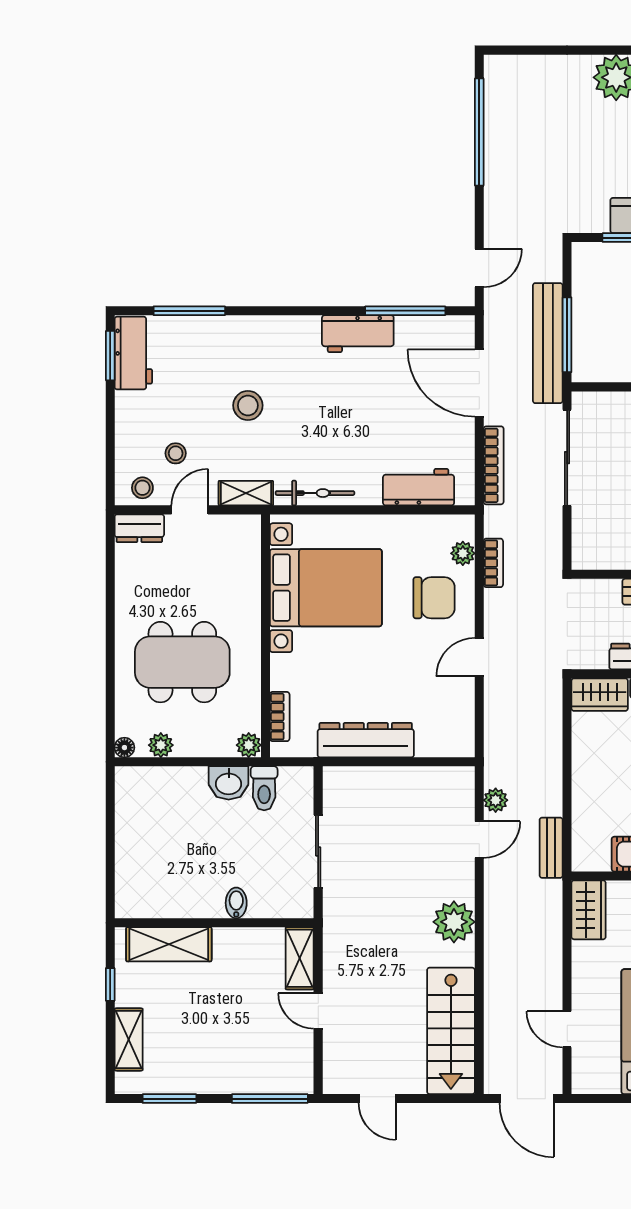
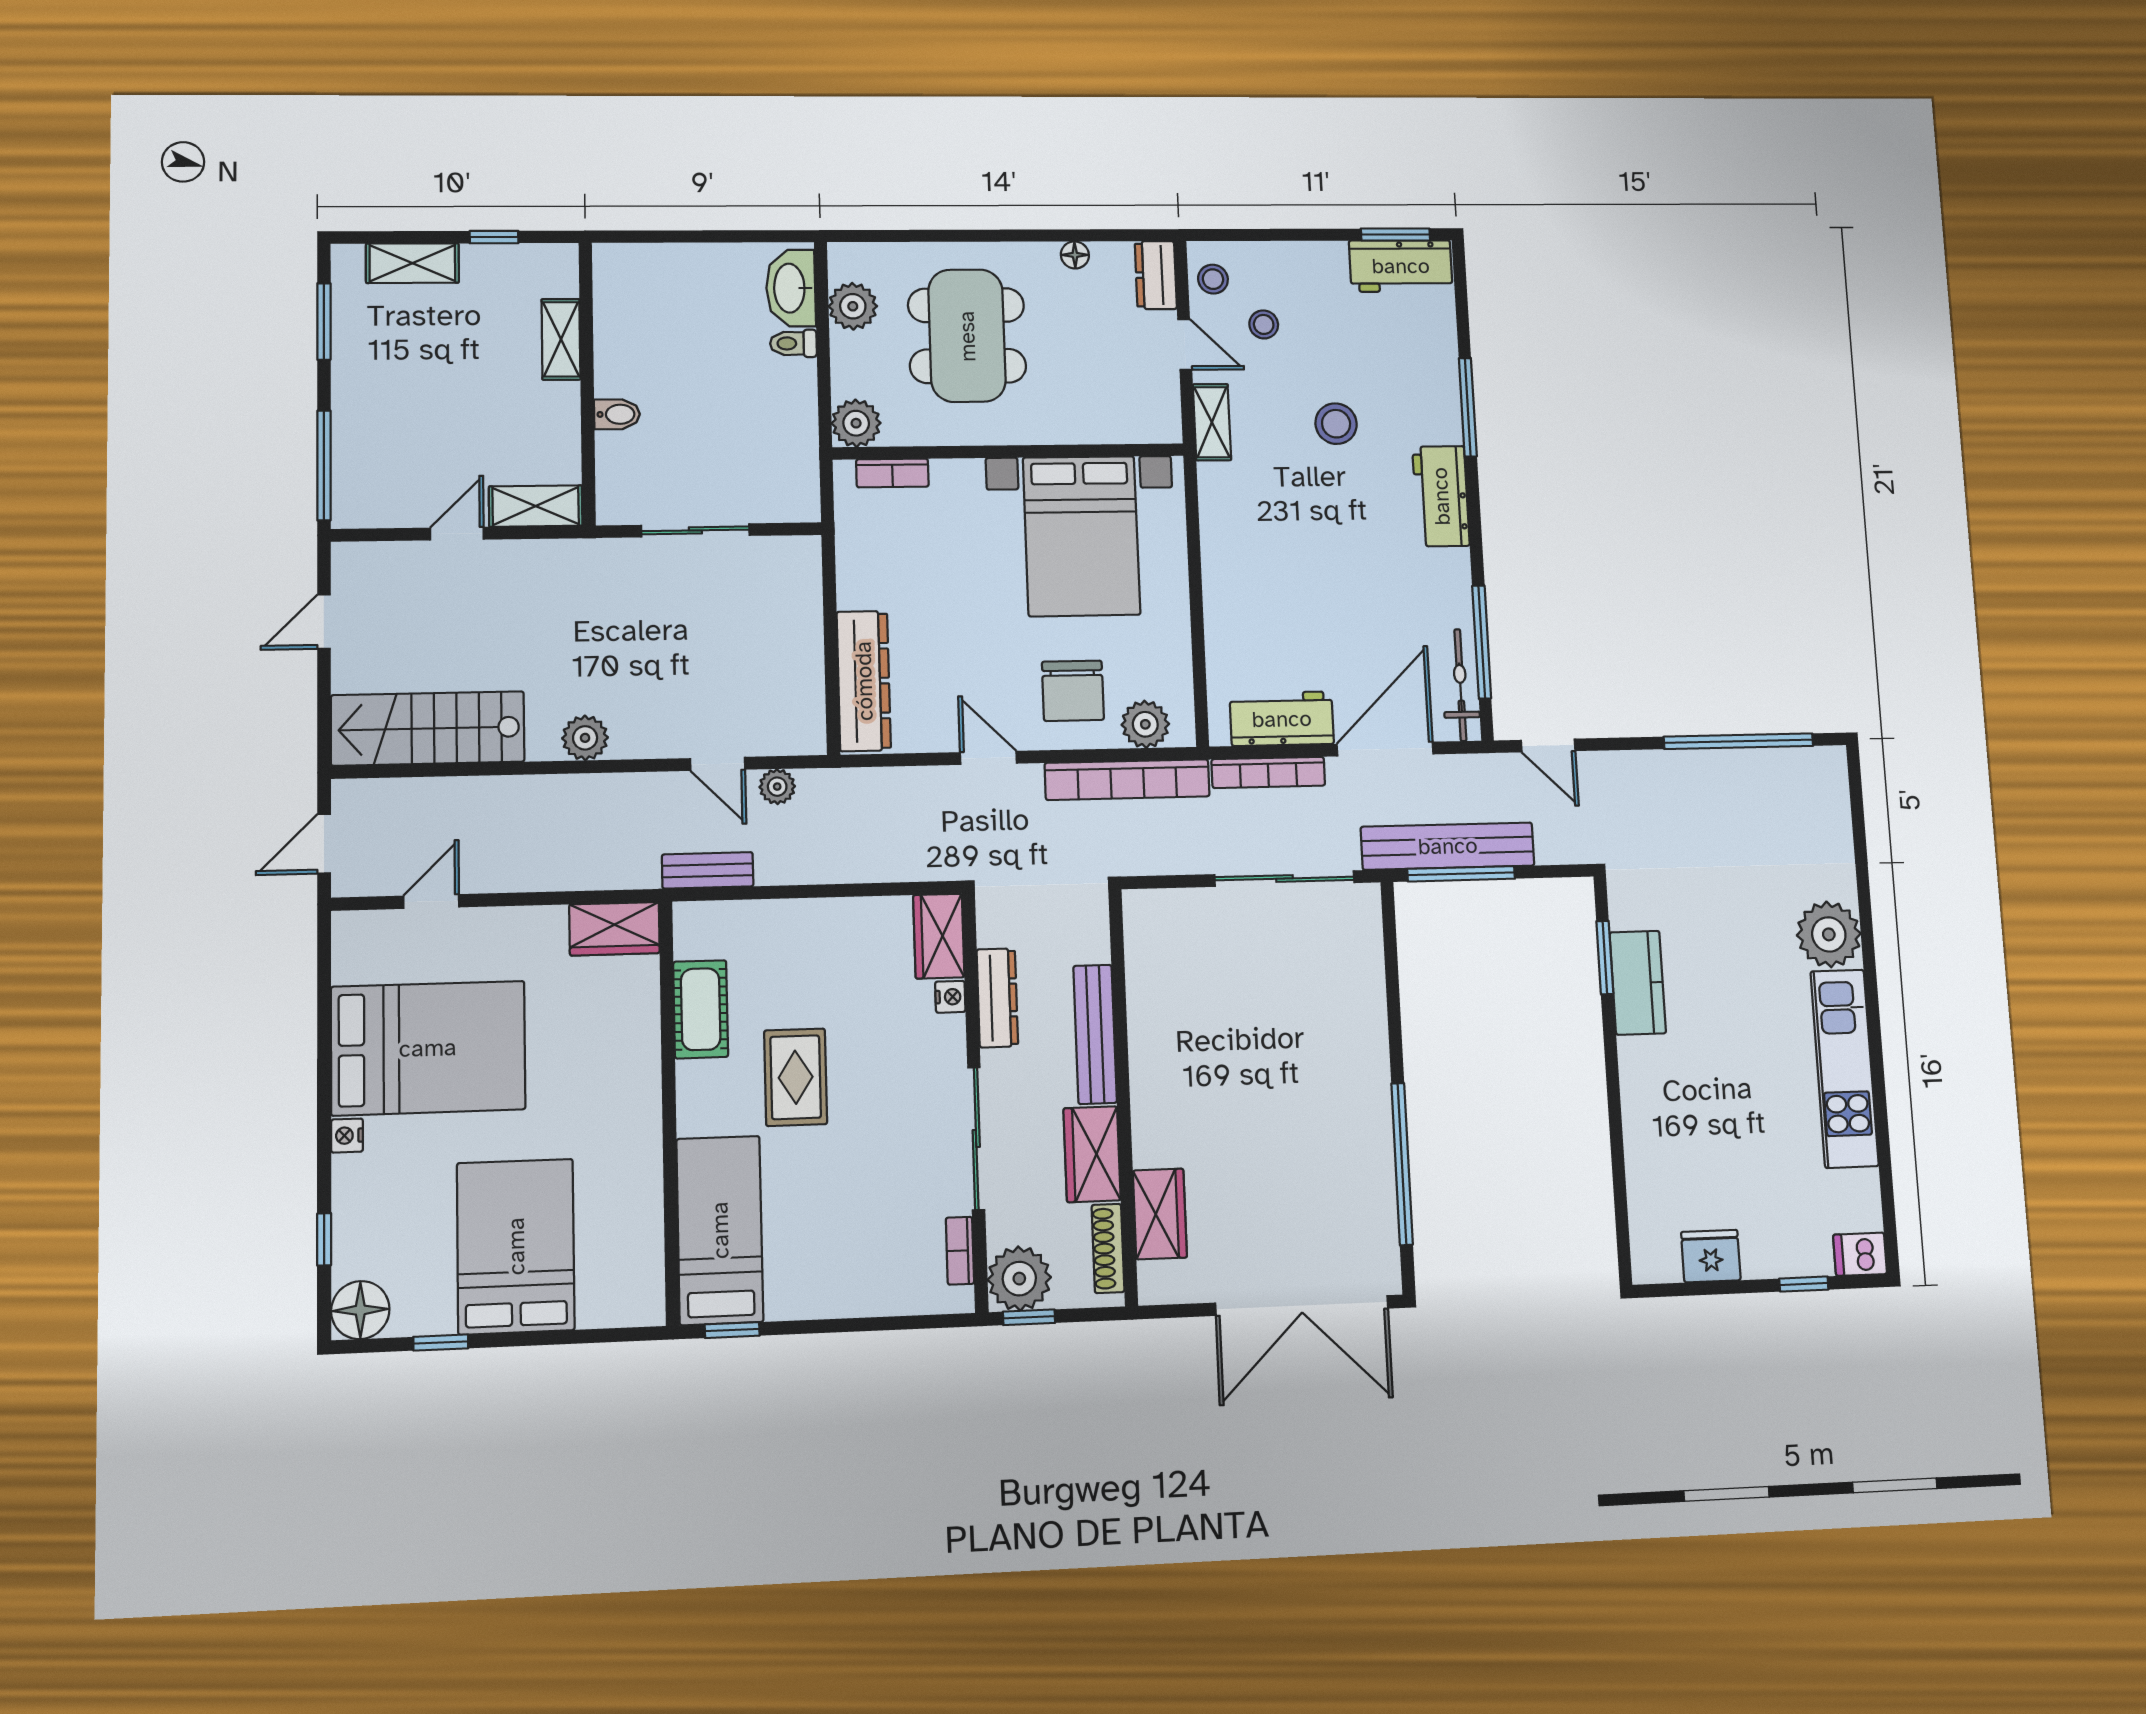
window: (189, 311) -> (1468, 407), moved
workbench: (358, 334) -> (1441, 496), moved
workbench: (419, 487) -> (1282, 719), moved, turned -90
bicycle: (315, 493) -> (1460, 685), moved, turned 180
plant: (463, 553) -> (1145, 724), width x1.38, depth x1.38
bookcase: (493, 563) -> (1127, 780), width x2.31, depth x1.31
dresser: (366, 740) -> (864, 681), moved
plant: (161, 745) -> (853, 306), width x1.38, depth x1.38
plant: (249, 745) -> (856, 423), width x1.38, depth x1.38
floor lamp: (124, 748) -> (1075, 255), moved
washbasin: (229, 783) -> (791, 288), moved, width x1.38
toilet: (264, 788) -> (793, 343), moved, width x0.73, depth x0.72
plant: (454, 922) -> (585, 738), width x0.73, depth x0.73
shelving: (169, 944) -> (561, 339), width x0.67, depth x0.75
door: (527, 1099) -> (324, 844), width x0.73

